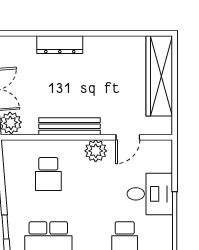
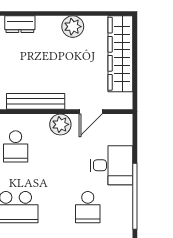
dresser: (60, 45) -> (20, 24), width x0.70
plant: (109, 47) -> (73, 27), added

